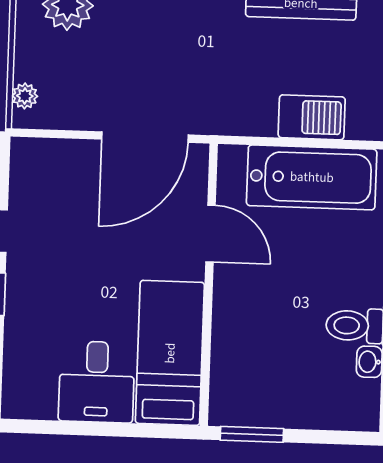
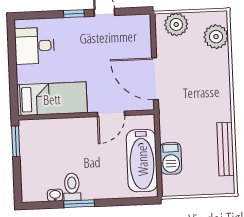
plant: (25, 96) -> (176, 24), width x1.88, depth x1.88
desk: (97, 382) -> (34, 46), moved

